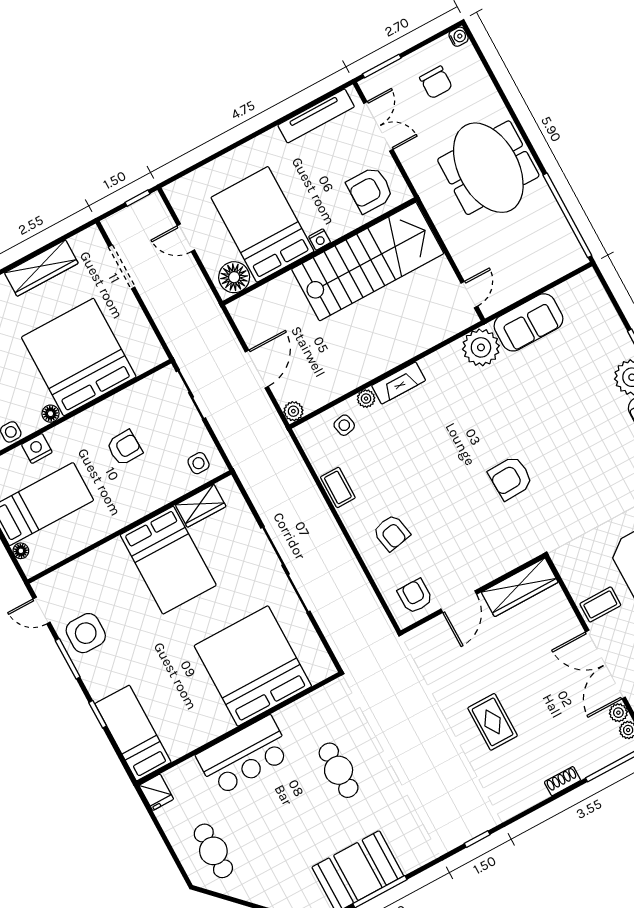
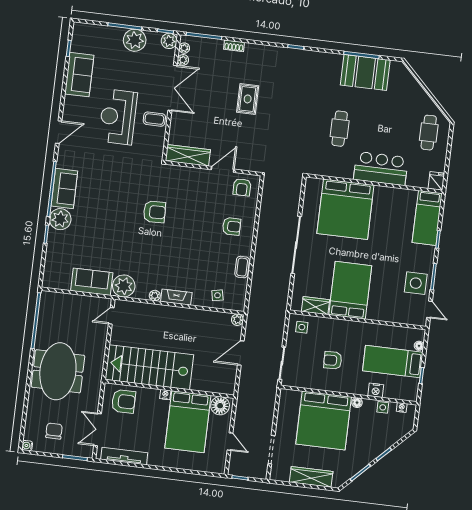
plant: (366, 399) -> (155, 296), moved
armchair: (391, 533) -> (232, 226), turned 101

